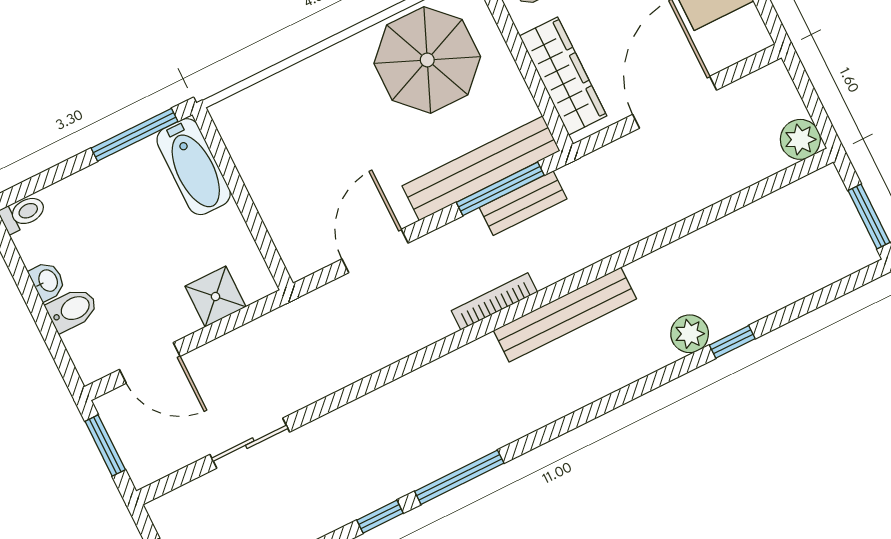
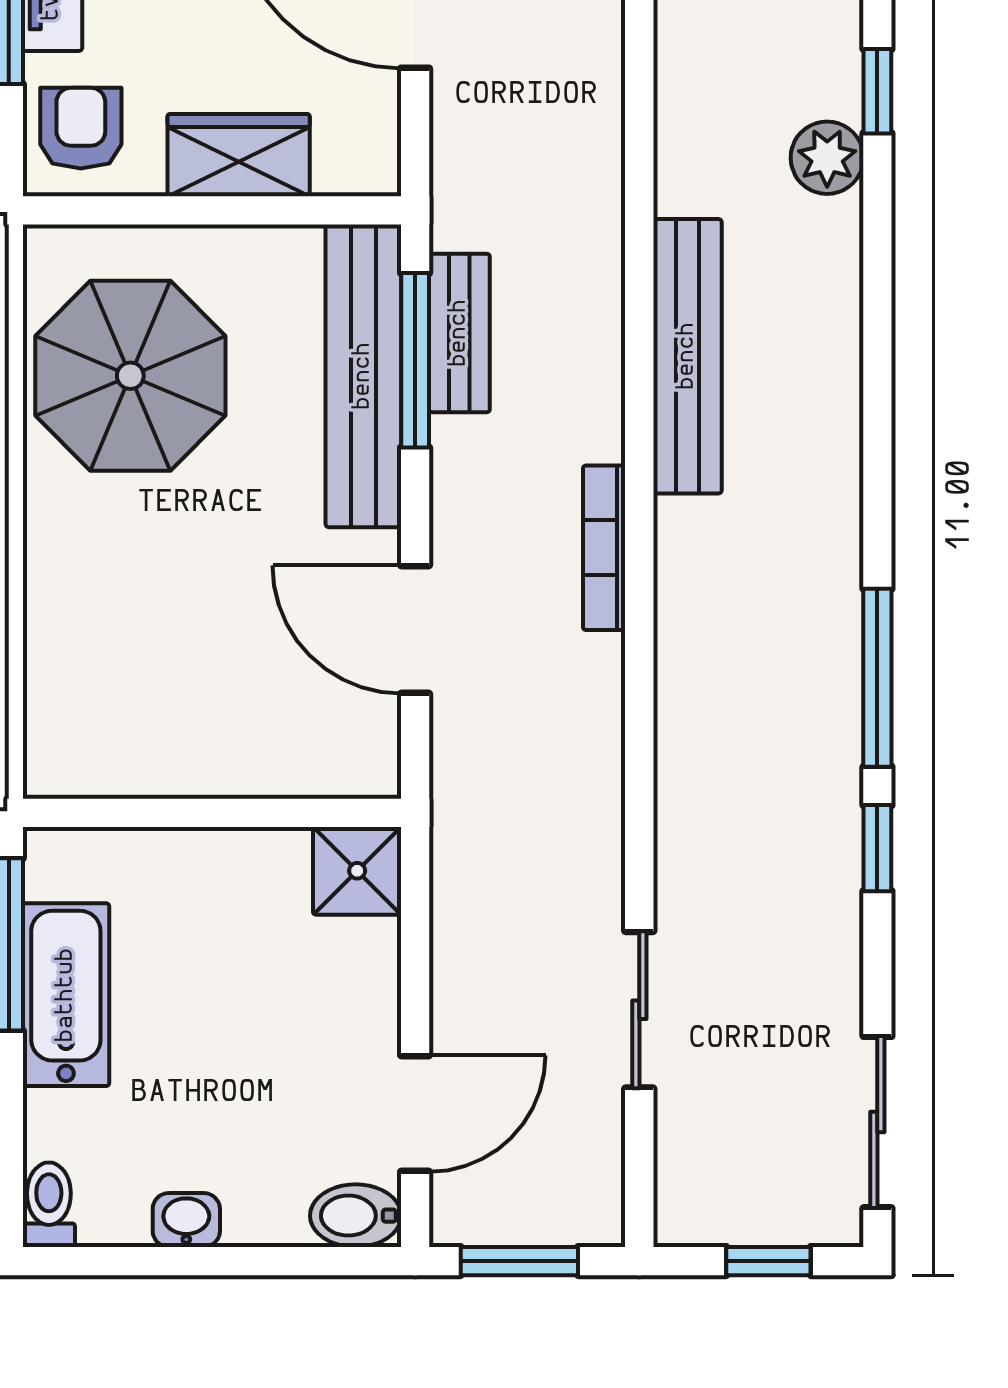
wardrobe: (563, 76) -> (239, 155), width x0.67
bathtub: (194, 167) -> (66, 995), moved, turned -90
shower: (215, 297) -> (357, 871), moved
bookcase: (494, 301) -> (604, 548), moved
bidet: (72, 310) -> (356, 1216), moved, turned -90

